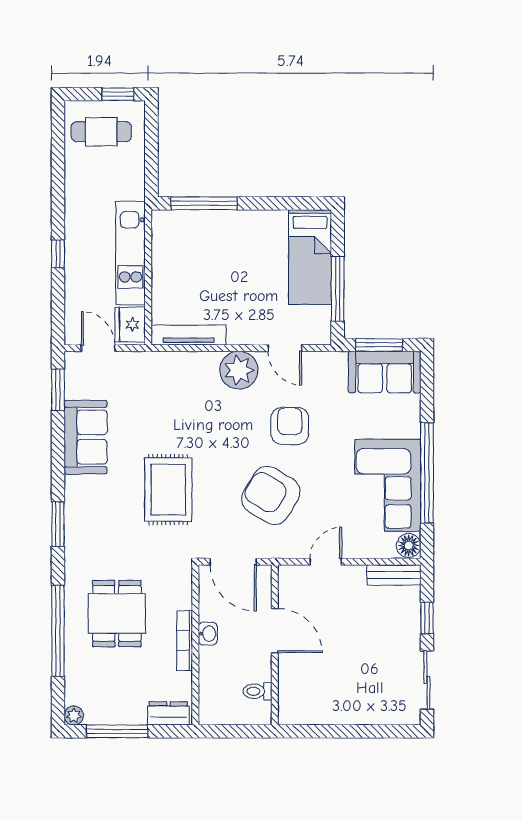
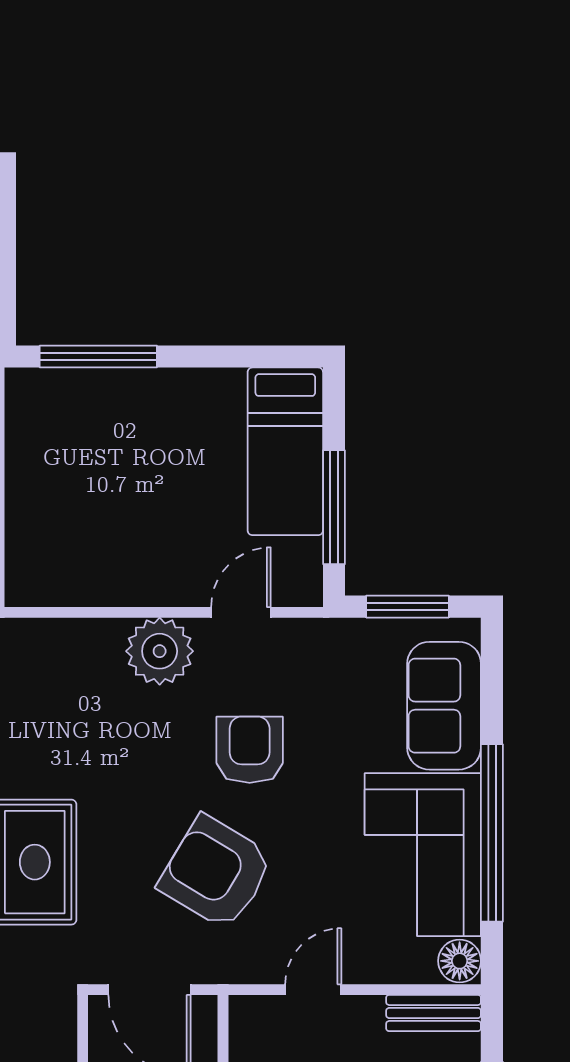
tv unit: (189, 335) -> (71, 589), removed
door: (285, 348) -> (241, 612), swing flipped
sofa: (385, 372) -> (444, 706), moved, turned 90

